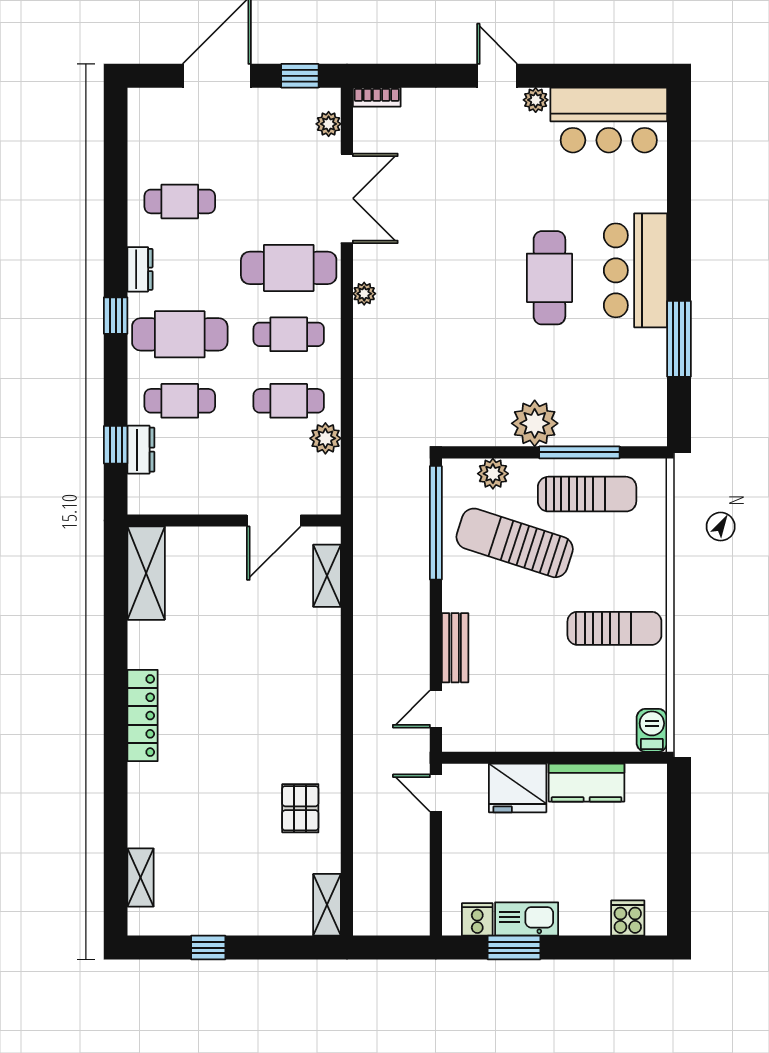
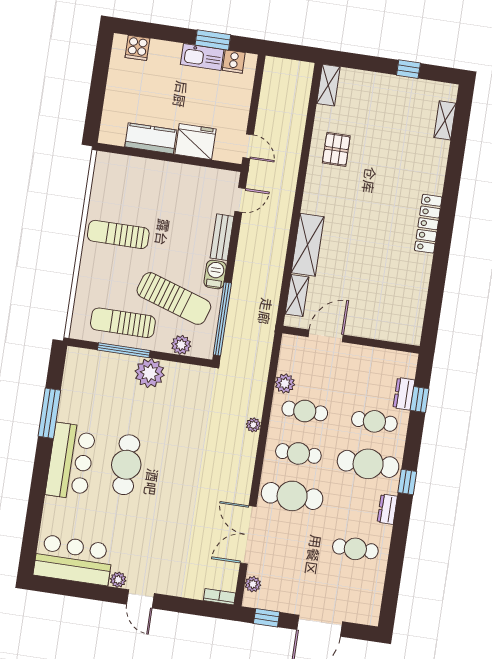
plant: (364, 294) -> (253, 425), moved
shelving: (146, 573) -> (308, 245), moved
barbecue: (652, 730) -> (215, 274), moved, turned 180

